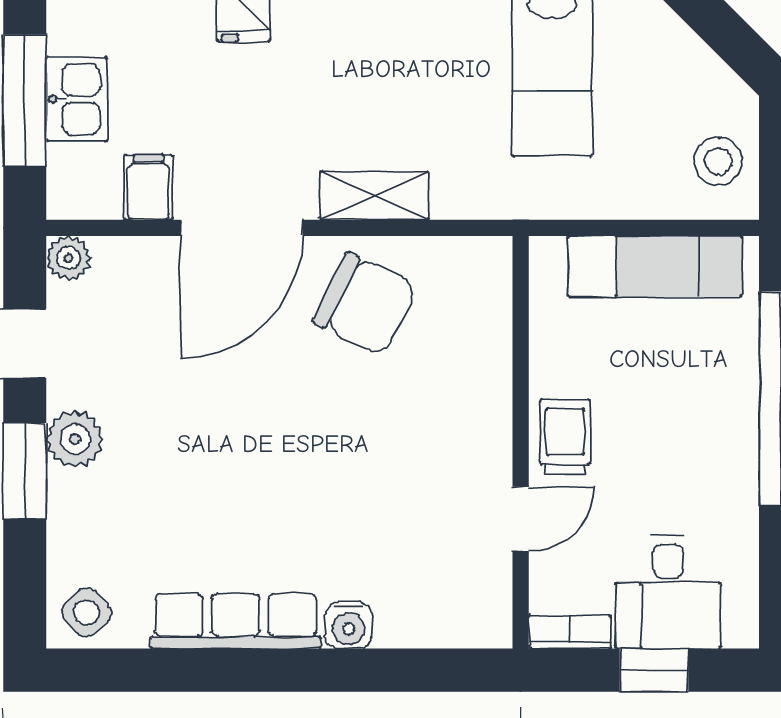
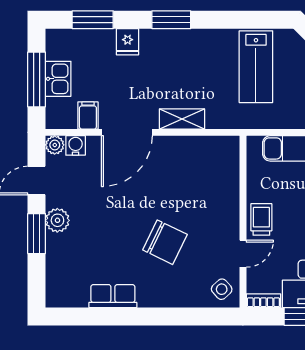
chair: (365, 304) -> (165, 242), moved
side table: (86, 612) -> (222, 289), moved
row of seats: (236, 621) -> (113, 296), width x0.68
water cooler: (349, 625) -> (76, 145), moved, turned 180

